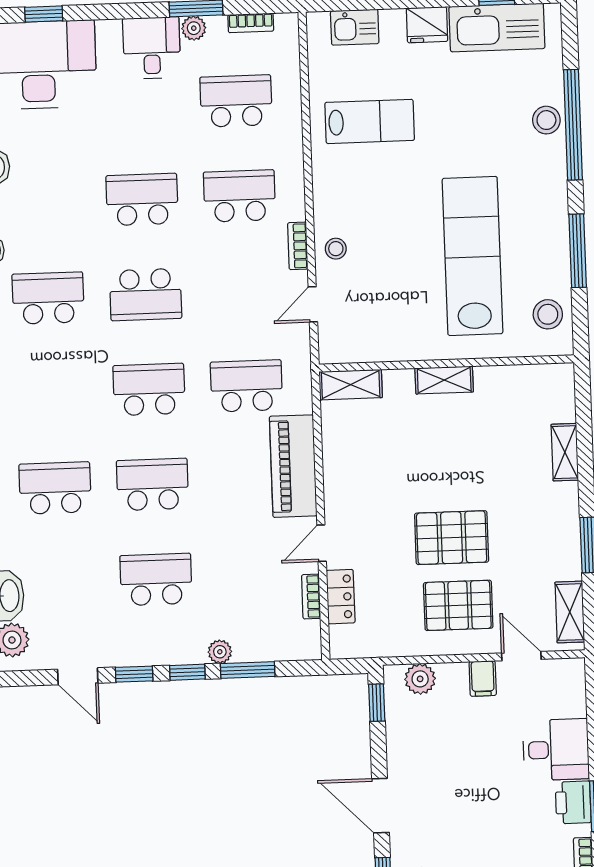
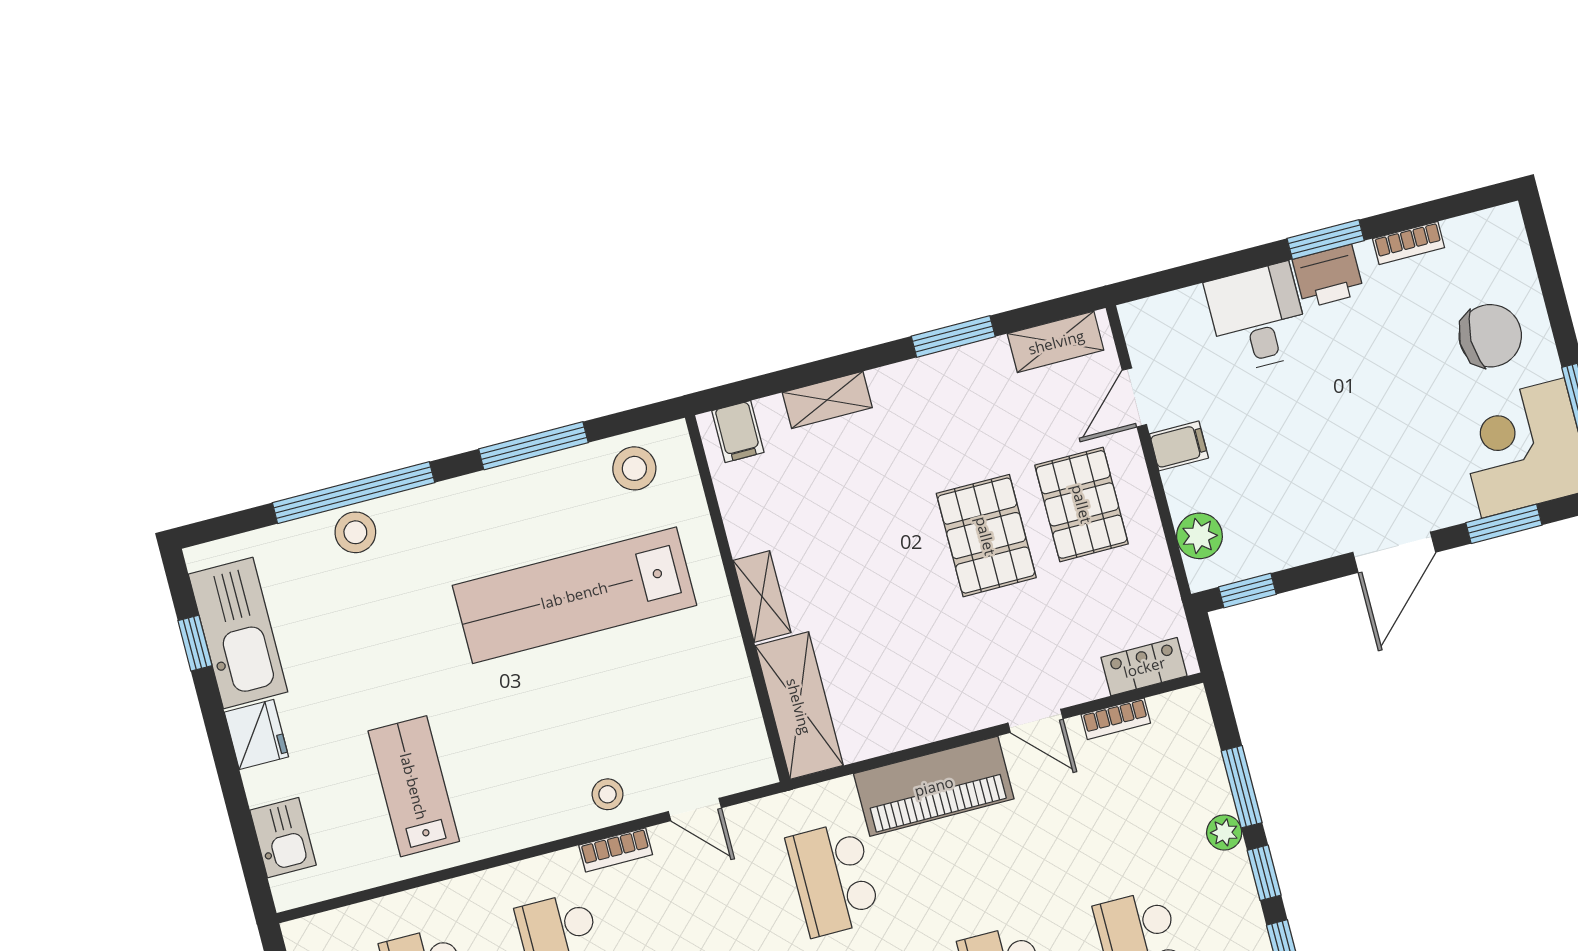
shelving: (351, 385) -> (799, 706), width x1.50, depth x1.33
filing cabinet: (557, 388) -> (738, 432), added
locker: (341, 597) -> (1144, 667), moved

